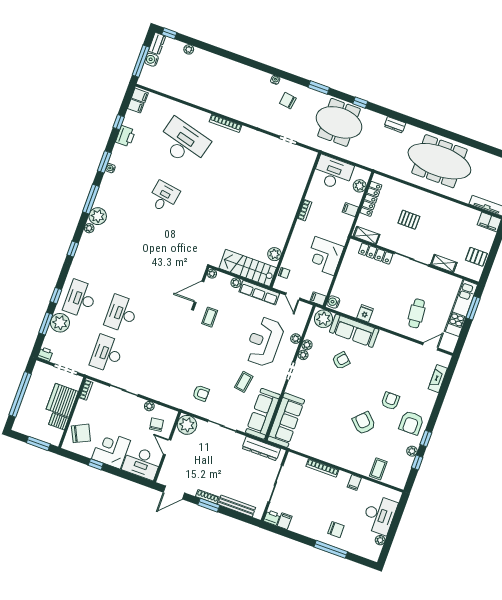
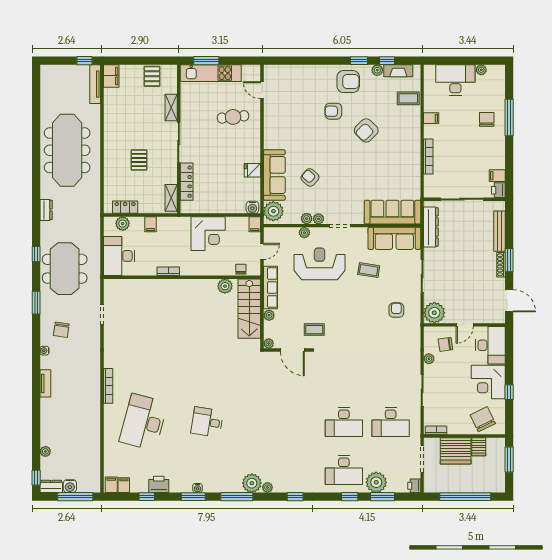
tv unit: (247, 70) -> (45, 383), added
locker: (371, 199) -> (125, 207), width x0.66
reception desk: (264, 342) -> (320, 264), turned 180
fireplace: (438, 379) -> (398, 71), moved

